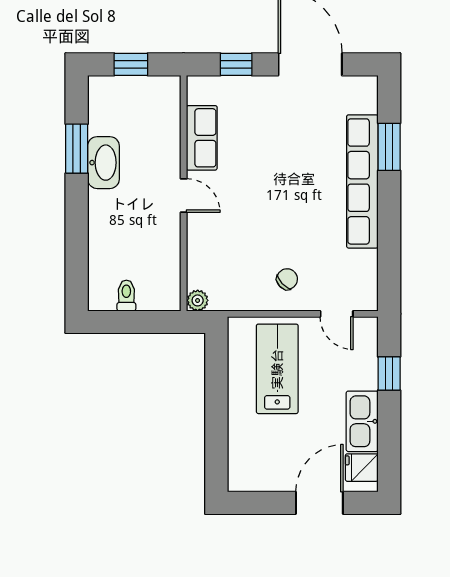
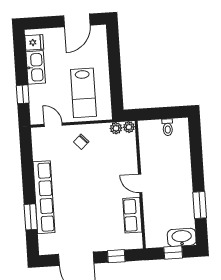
washbasin: (103, 163) -> (182, 237), moved, turned 90
plant: (221, 300) -> (116, 128), added
door: (319, 503) -> (77, 20), moved

